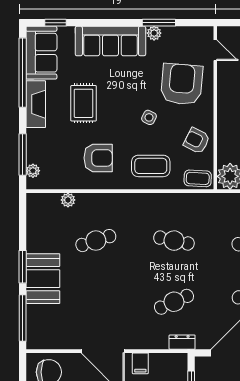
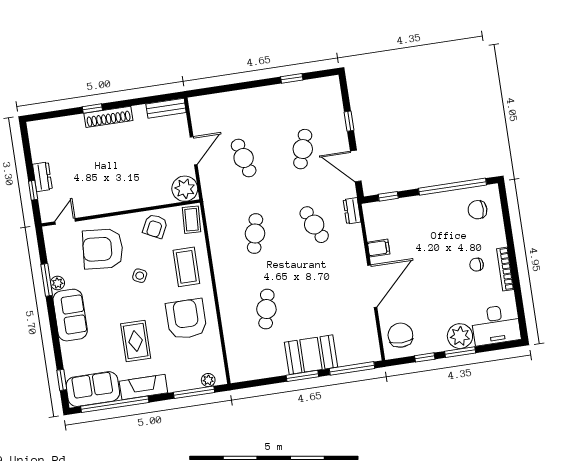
sofa: (110, 41) -> (70, 315), width x0.73
rug: (84, 103) -> (136, 341), turned 90
armchair: (98, 158) -> (186, 319), width x1.36, depth x1.36
plant: (68, 200) -> (231, 342), removed
cafe table: (96, 241) -> (266, 309), turned 30

